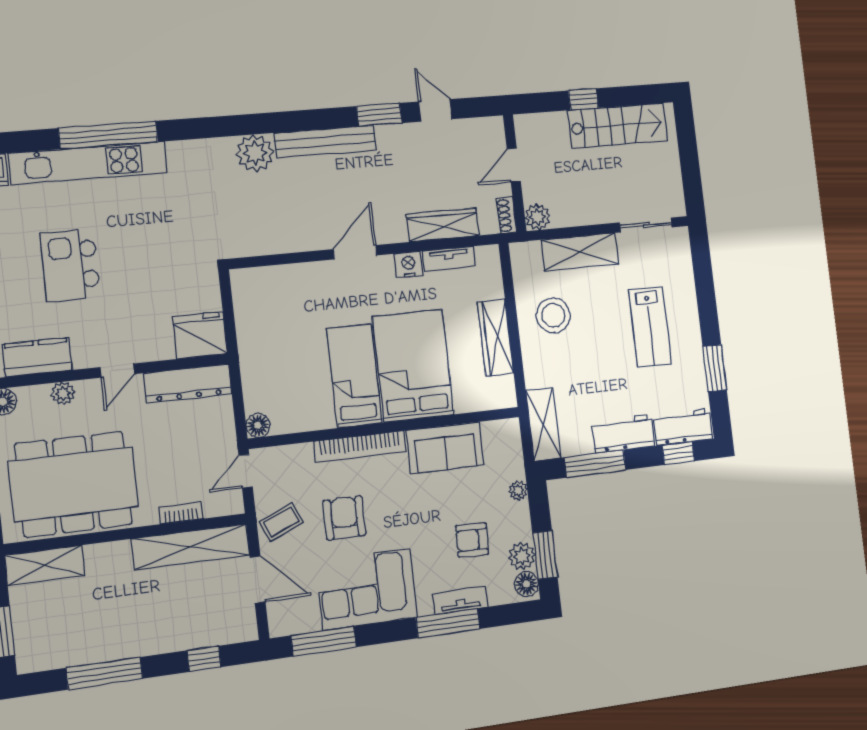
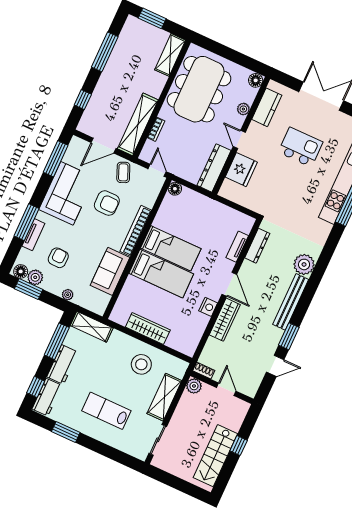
wardrobe: (443, 225) -> (225, 320), moved
dresser: (270, 243) -> (257, 246), added
tv unit: (449, 259) -> (237, 247), moved
fridge: (200, 335) -> (241, 170), moved
bed: (413, 366) -> (161, 274), width x0.67

